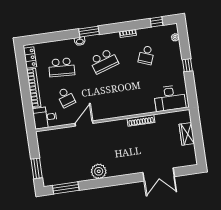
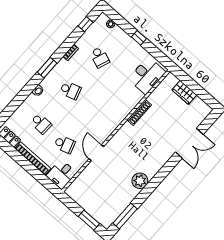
window: (89, 32) -> (47, 68), moved
school desk: (104, 61) -> (70, 90), width x0.54
school desk: (62, 67) -> (41, 124), width x0.54

